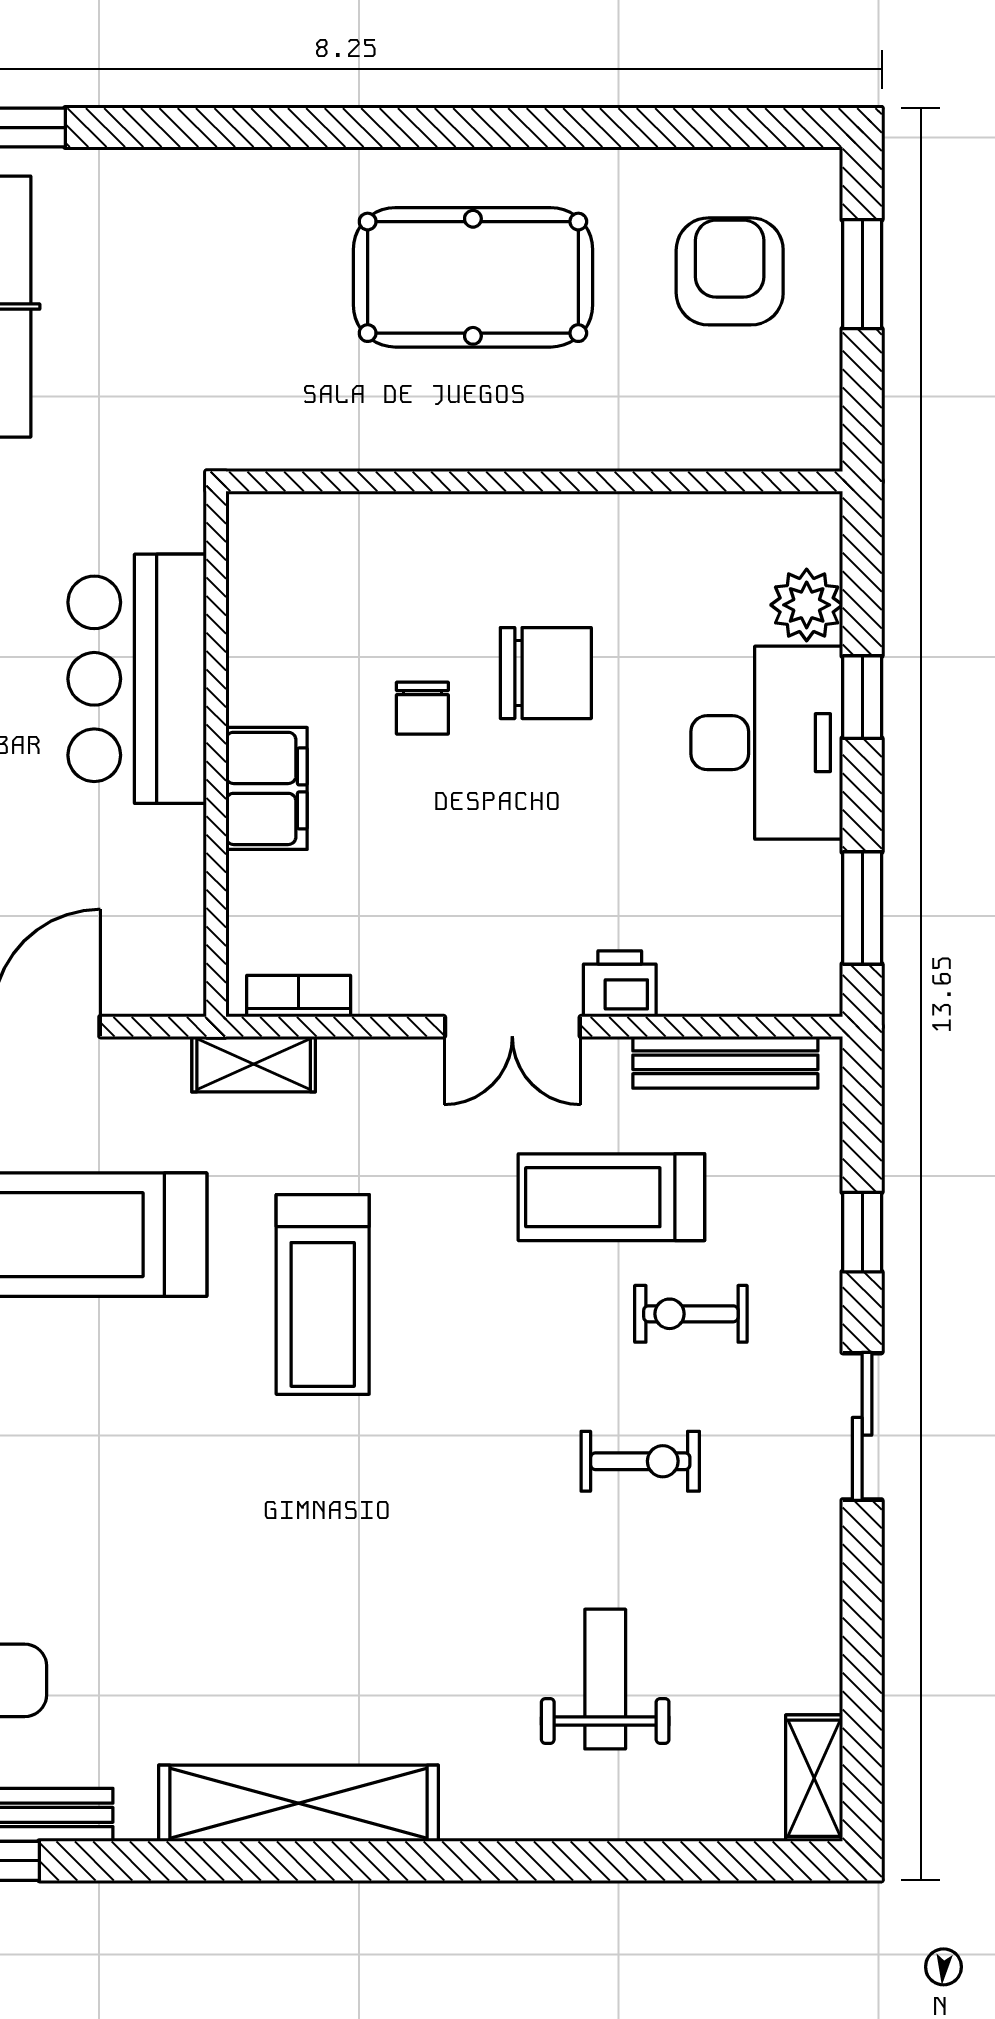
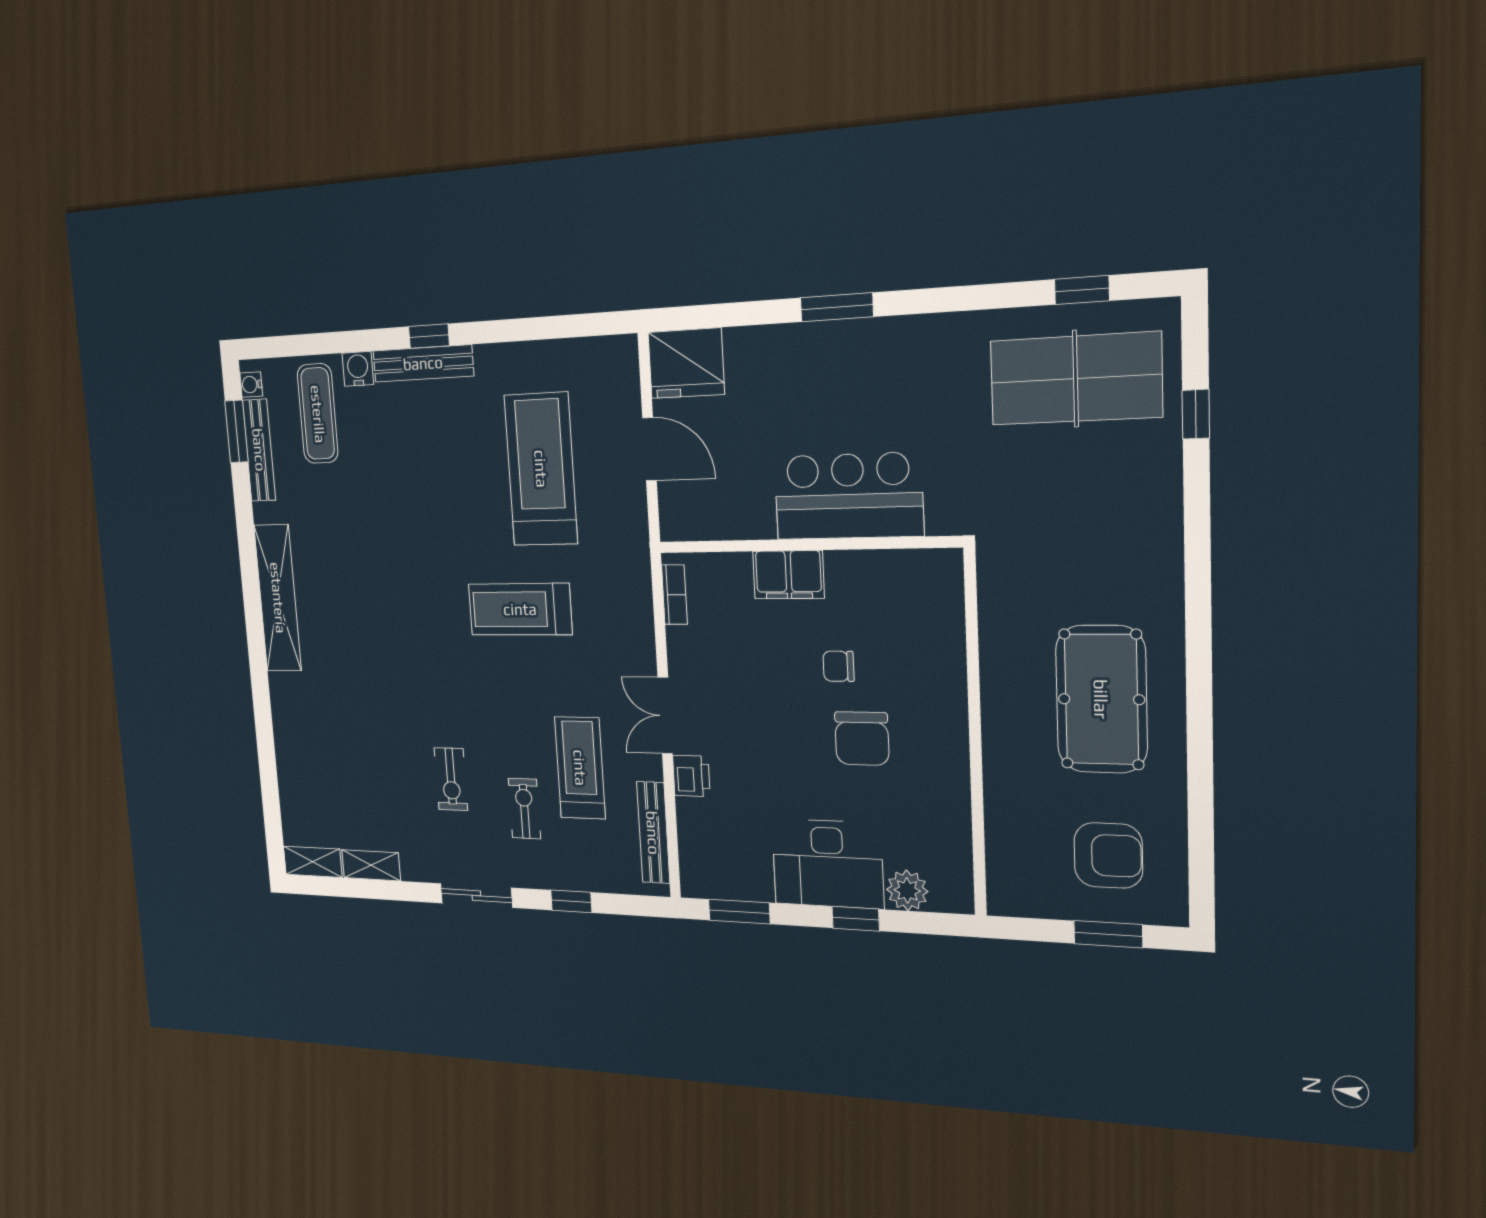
shelving: (254, 1064) -> (371, 865), moved, turned 90
weight bench: (605, 1679) -> (348, 758), removed

